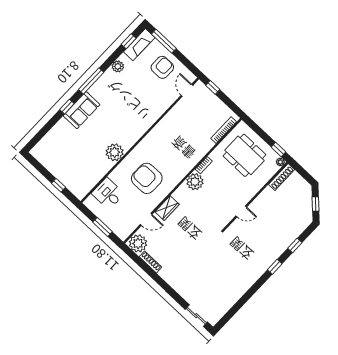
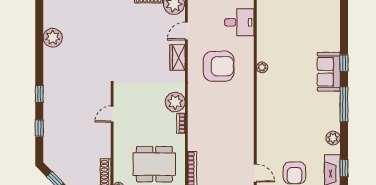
plant: (115, 152) -> (262, 67), width x0.53, depth x0.53
plant: (233, 294) -> (53, 38), added

